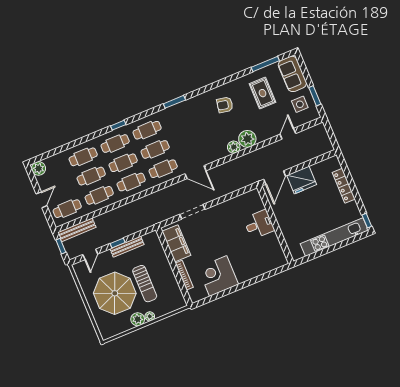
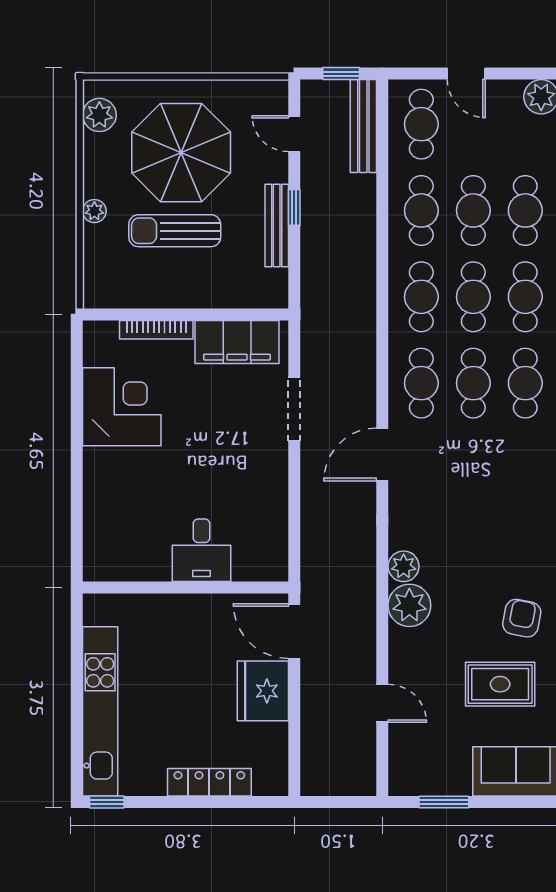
side table: (300, 104) -> (439, 759), removed
armchair: (225, 105) -> (522, 618), moved
plant: (138, 319) -> (99, 115), moved

